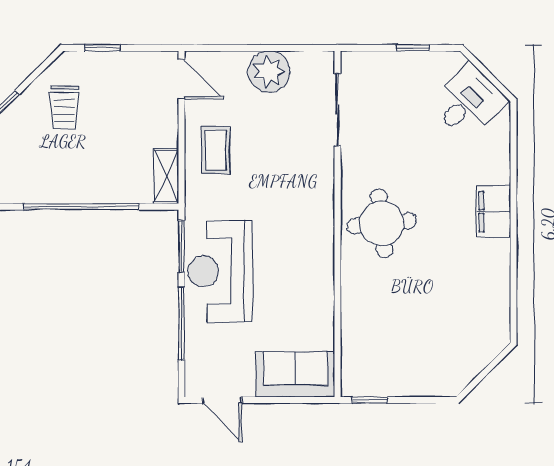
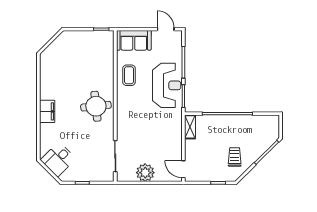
coffee table: (216, 150) -> (129, 75), moved

